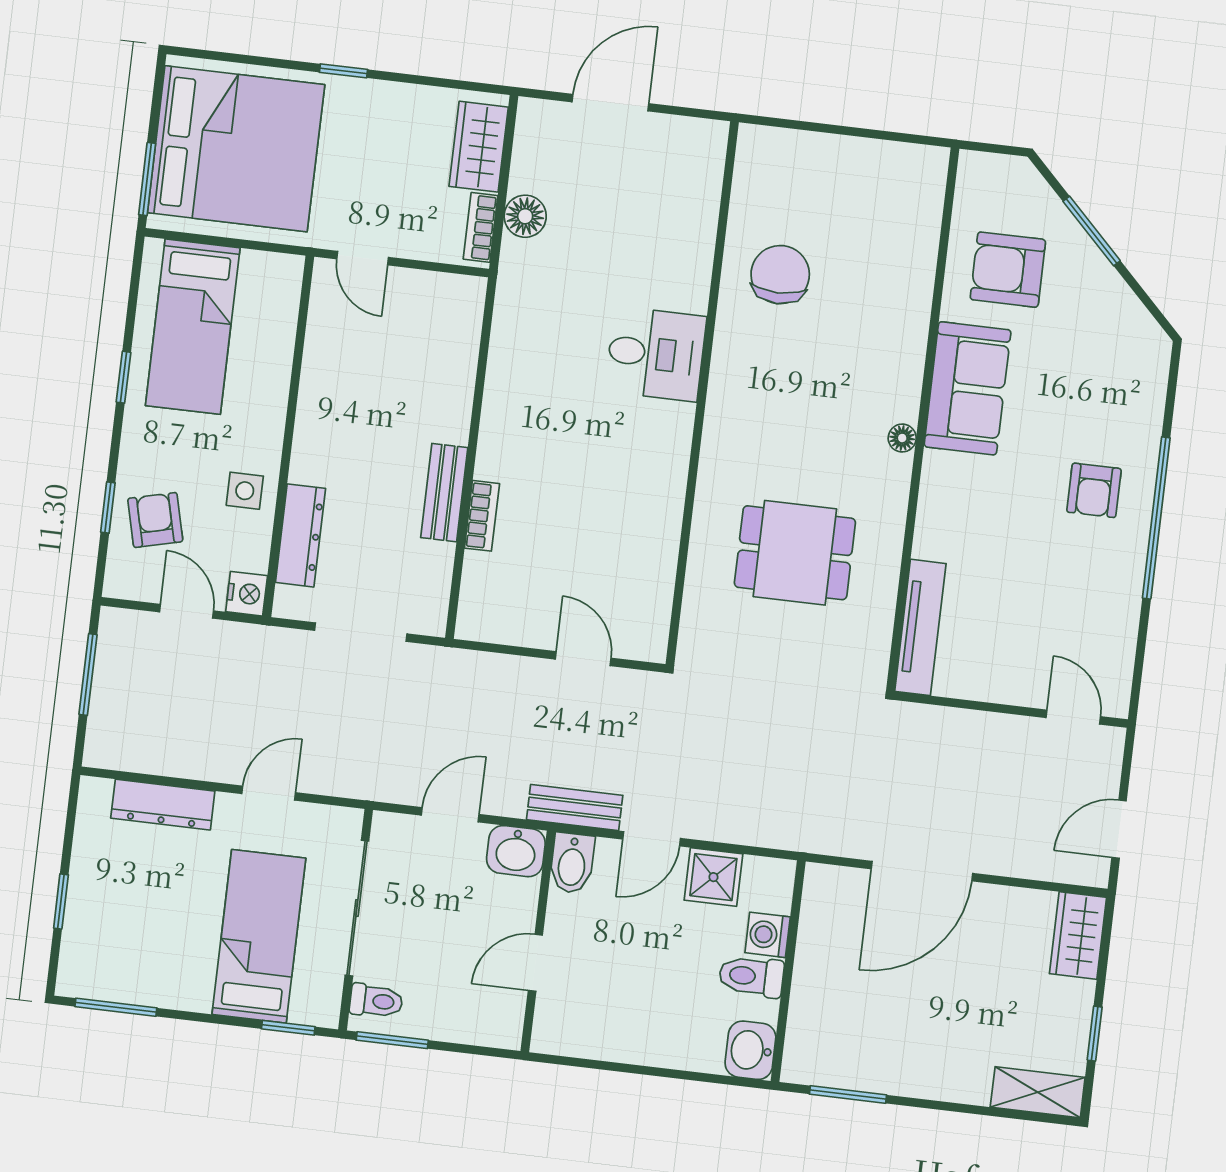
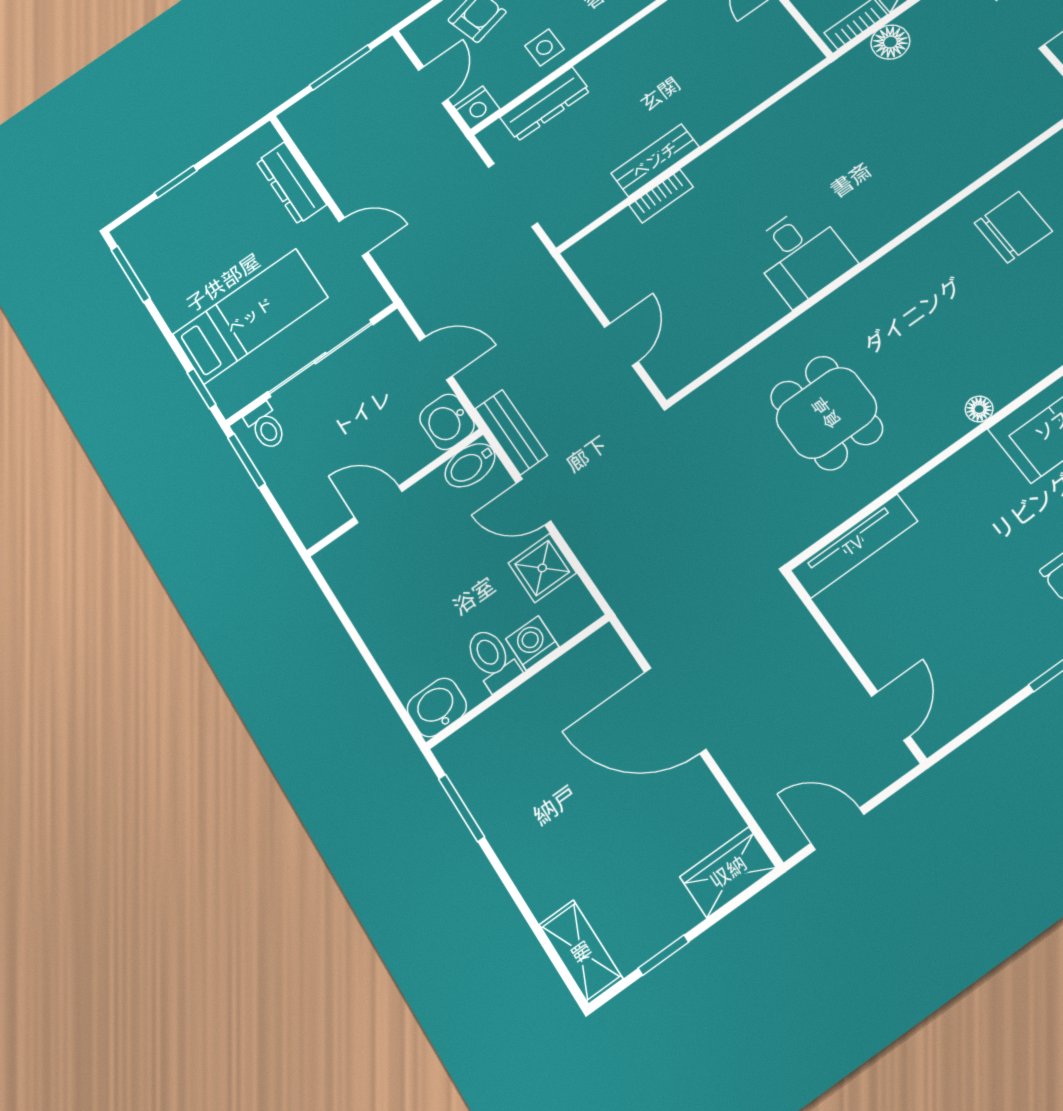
desk: (656, 354) -> (801, 255), moved

